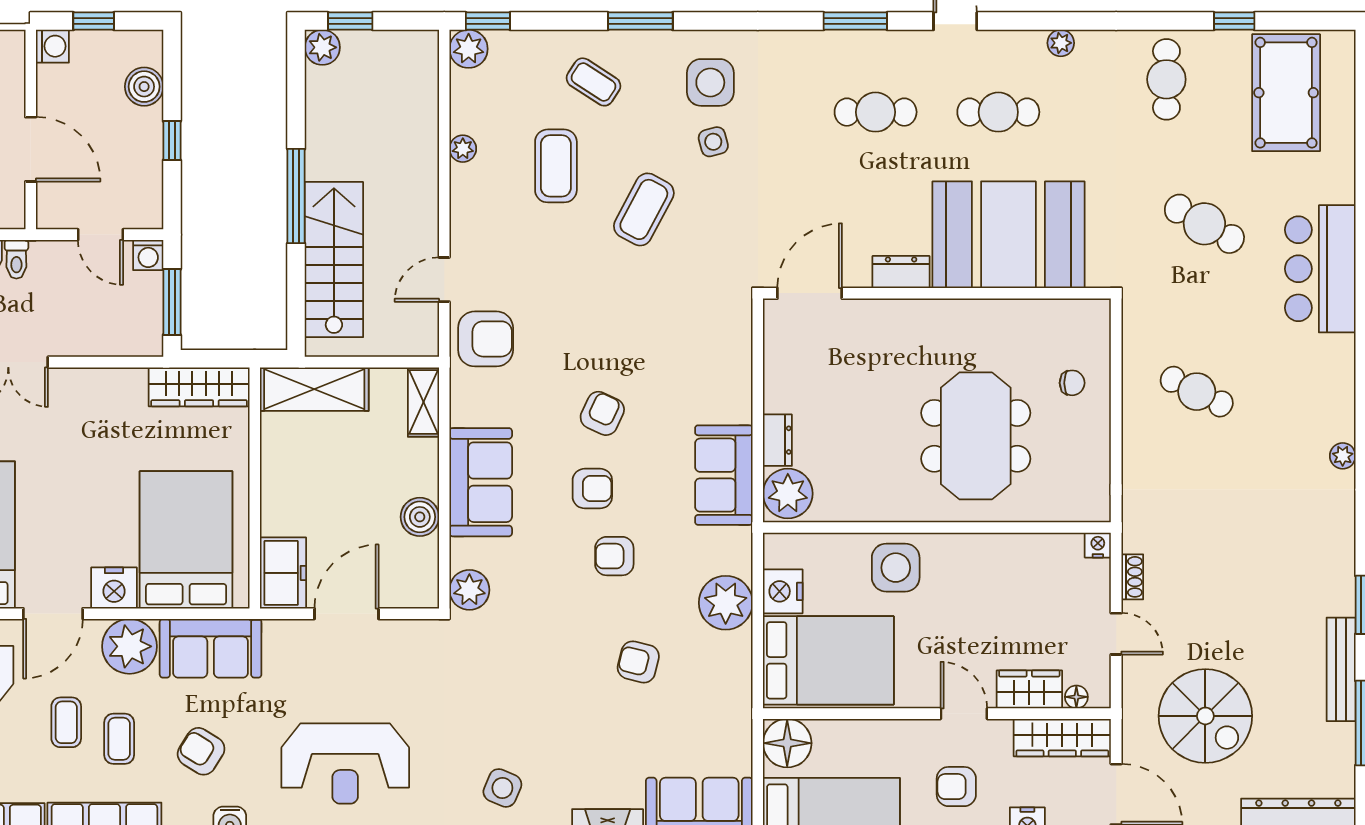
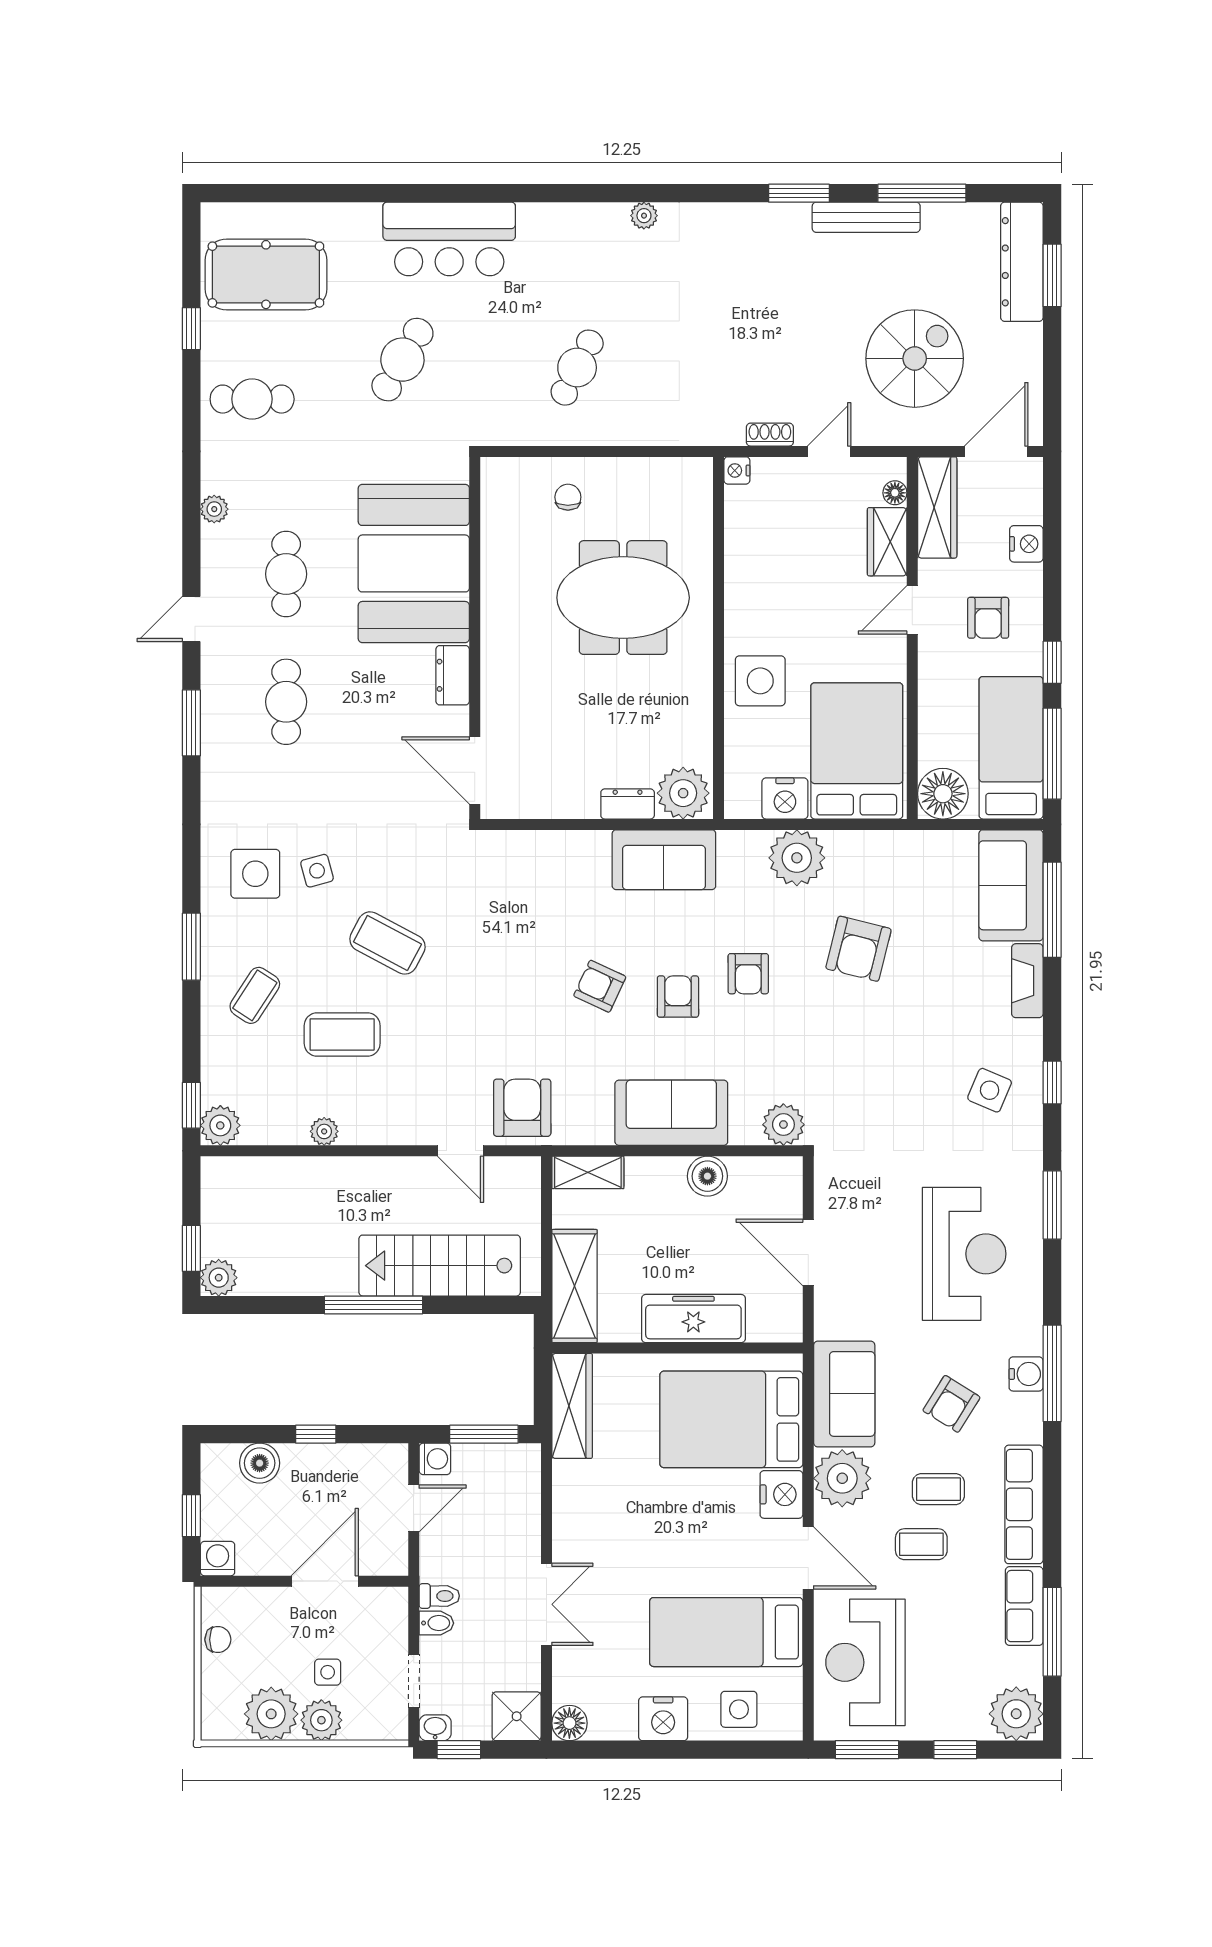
freezer: (283, 573) -> (693, 1319), moved, width x1.40
armchair: (638, 662) -> (858, 949), width x1.38, depth x1.38

